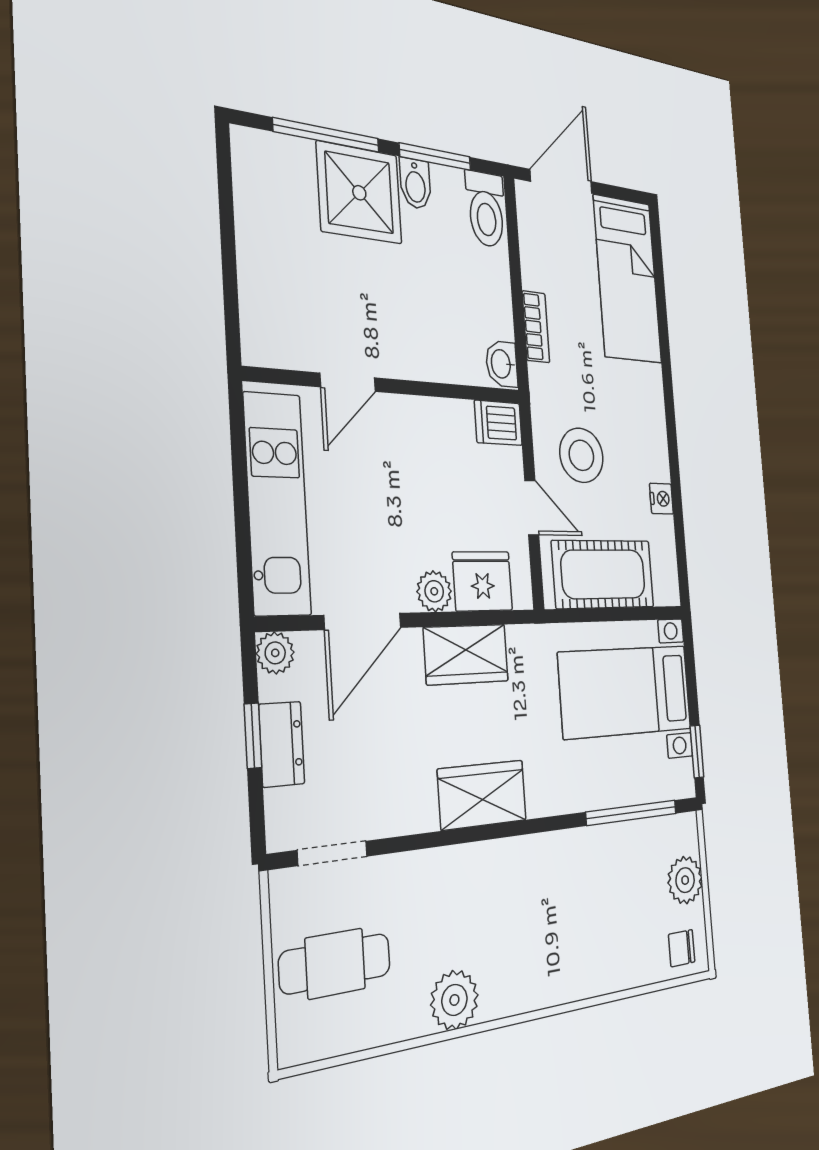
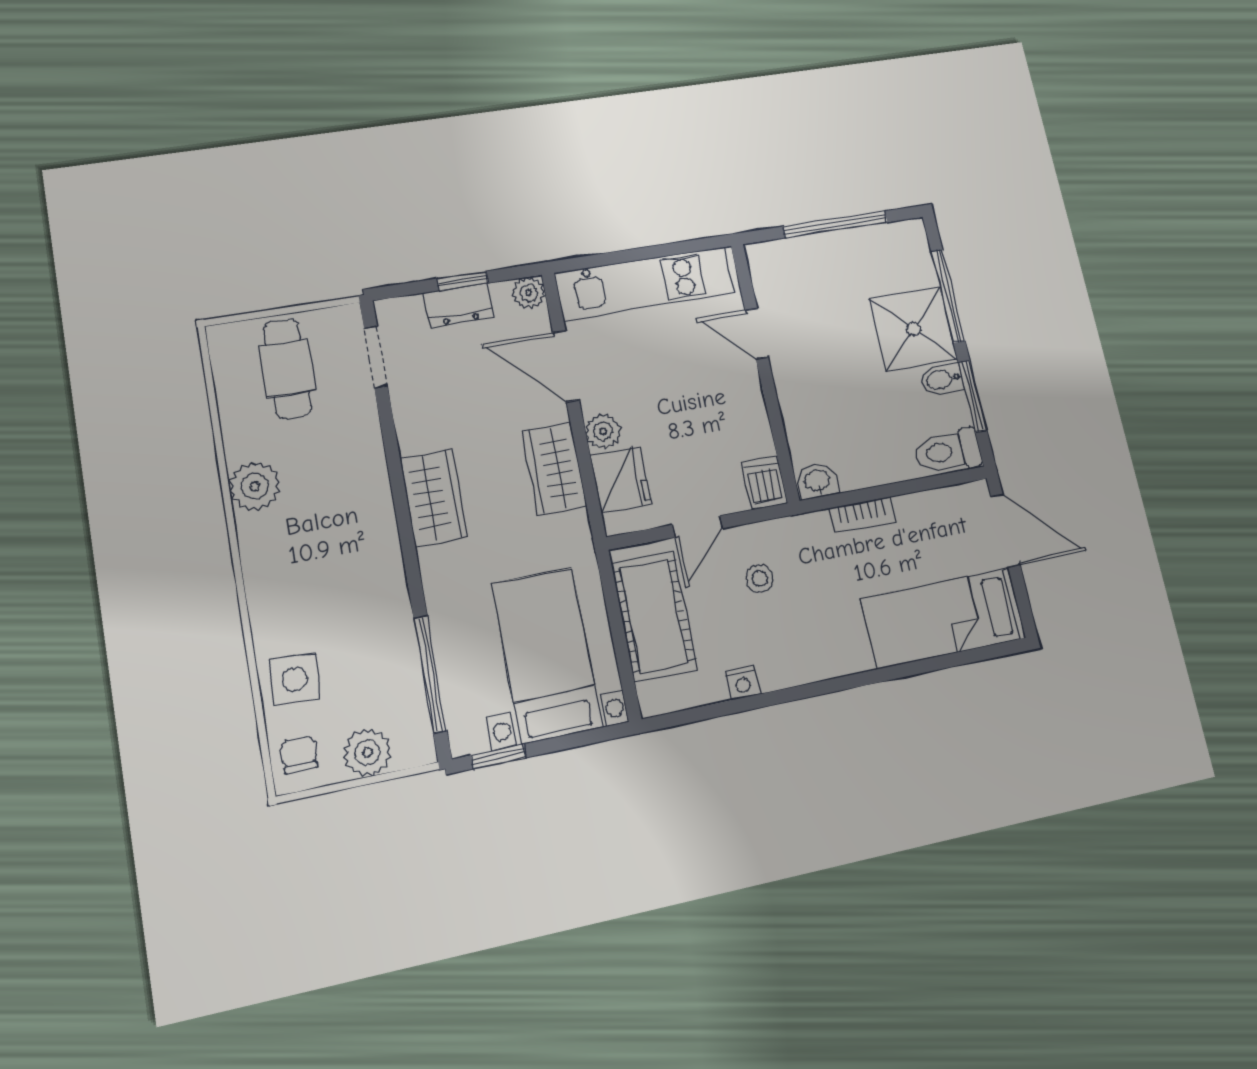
window: (228, 239) -> (835, 224), added
stool: (581, 455) -> (760, 579), width x0.53, depth x0.53
side table: (625, 953) -> (295, 679), added

